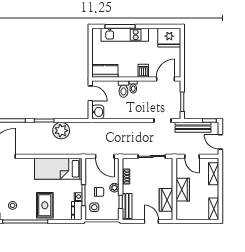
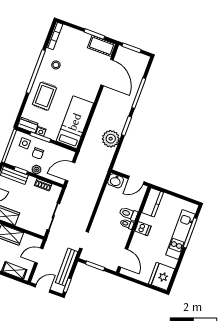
dishwasher: (143, 71) -> (143, 229), moved
rug: (45, 205) -> (44, 96), turned 90

